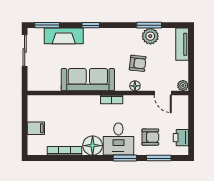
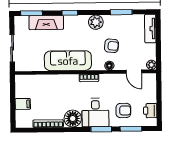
plant: (150, 36) -> (96, 22), moved
sliding door: (25, 51) -> (12, 48), moved

